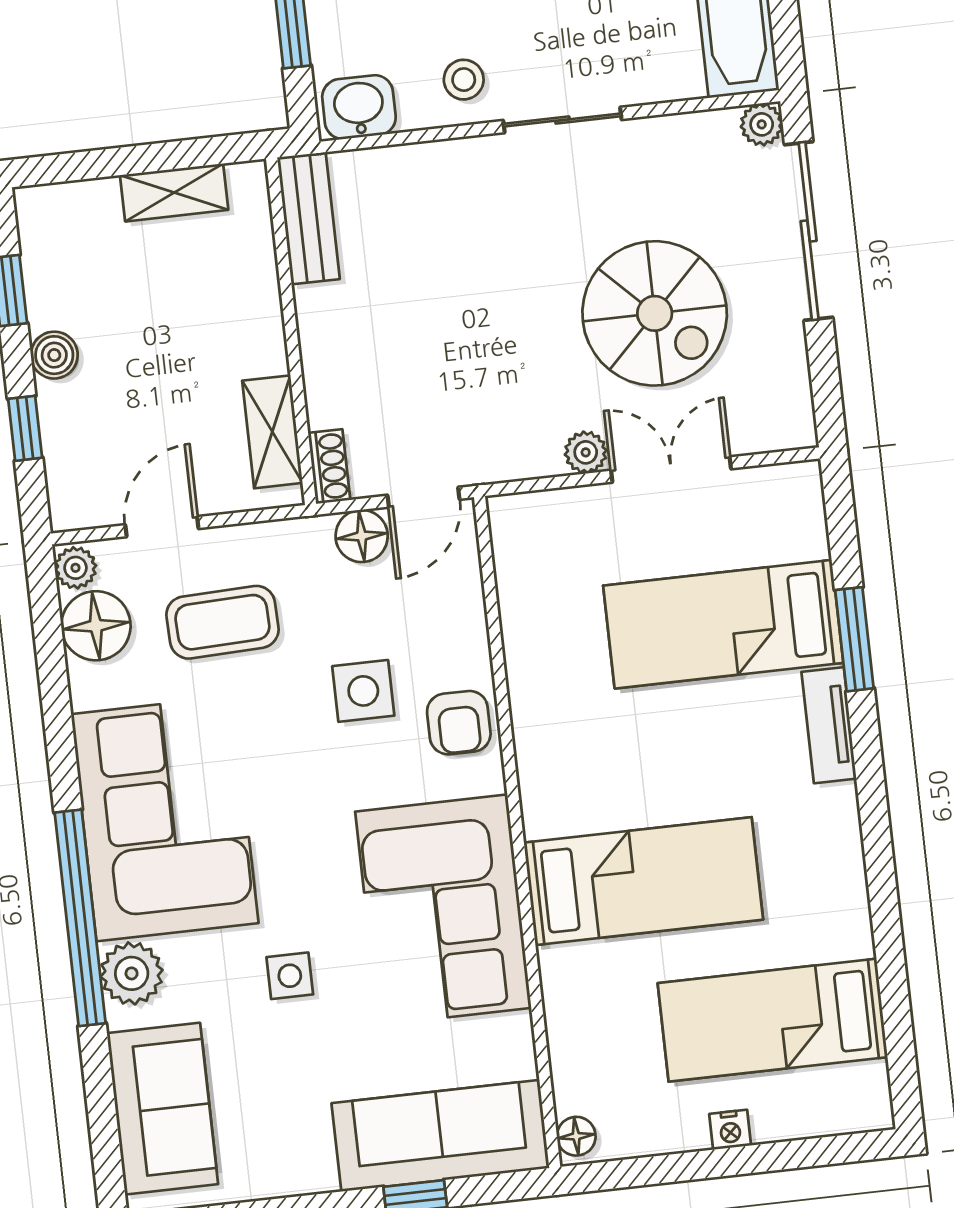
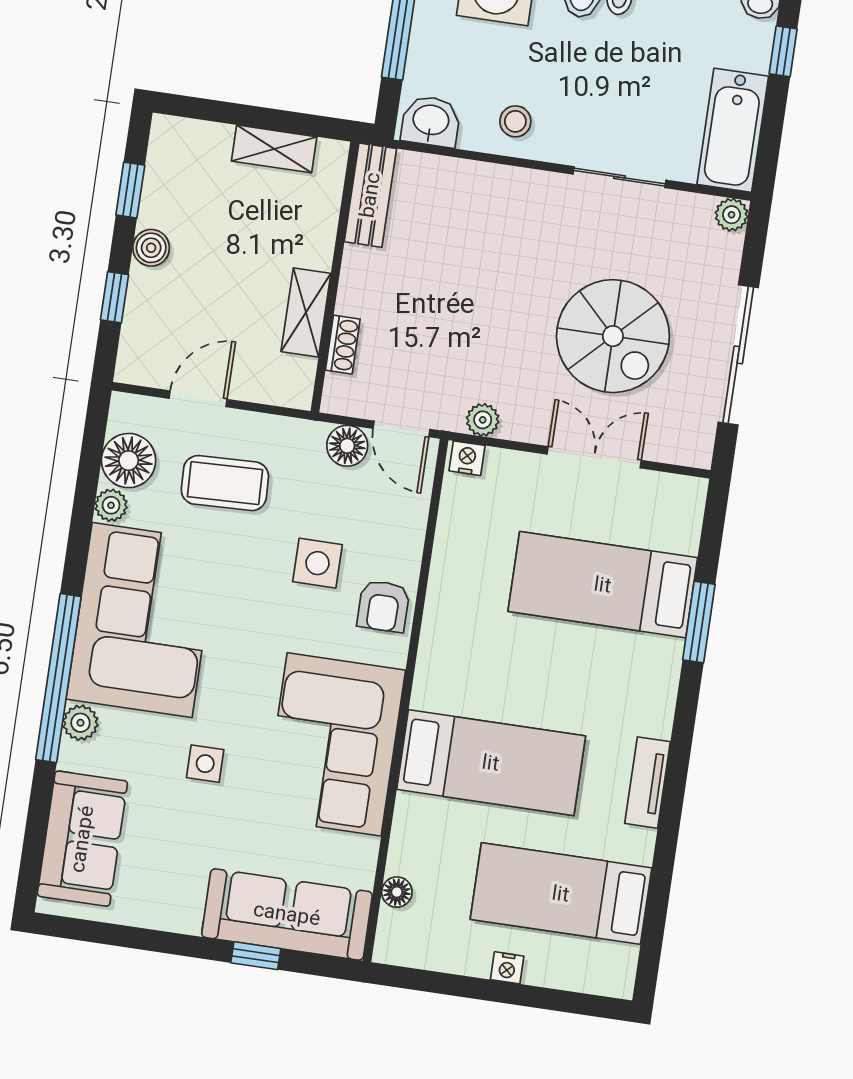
sliding door: (562, 120) -> (619, 177), moved
sliding door: (809, 231) -> (738, 355), moved
shelving: (272, 432) -> (306, 313), moved
plant: (586, 452) -> (483, 420), moved
shoe rack: (329, 466) -> (343, 345), moved
door: (423, 497) -> (402, 429), hinge flipped
nightstand: (514, 512) -> (467, 458), added
plant: (75, 568) -> (111, 505), moved
tv unit: (829, 725) -> (647, 783), moved
plant: (132, 973) -> (80, 723), width x0.73, depth x0.73
floor lamp: (576, 1136) -> (397, 892), moved

